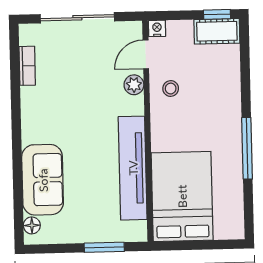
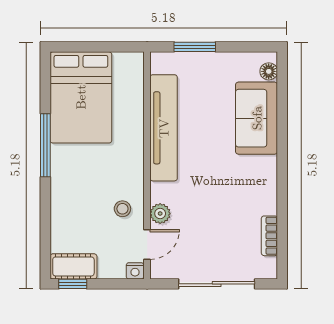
bed: (182, 196) -> (81, 97), moved

